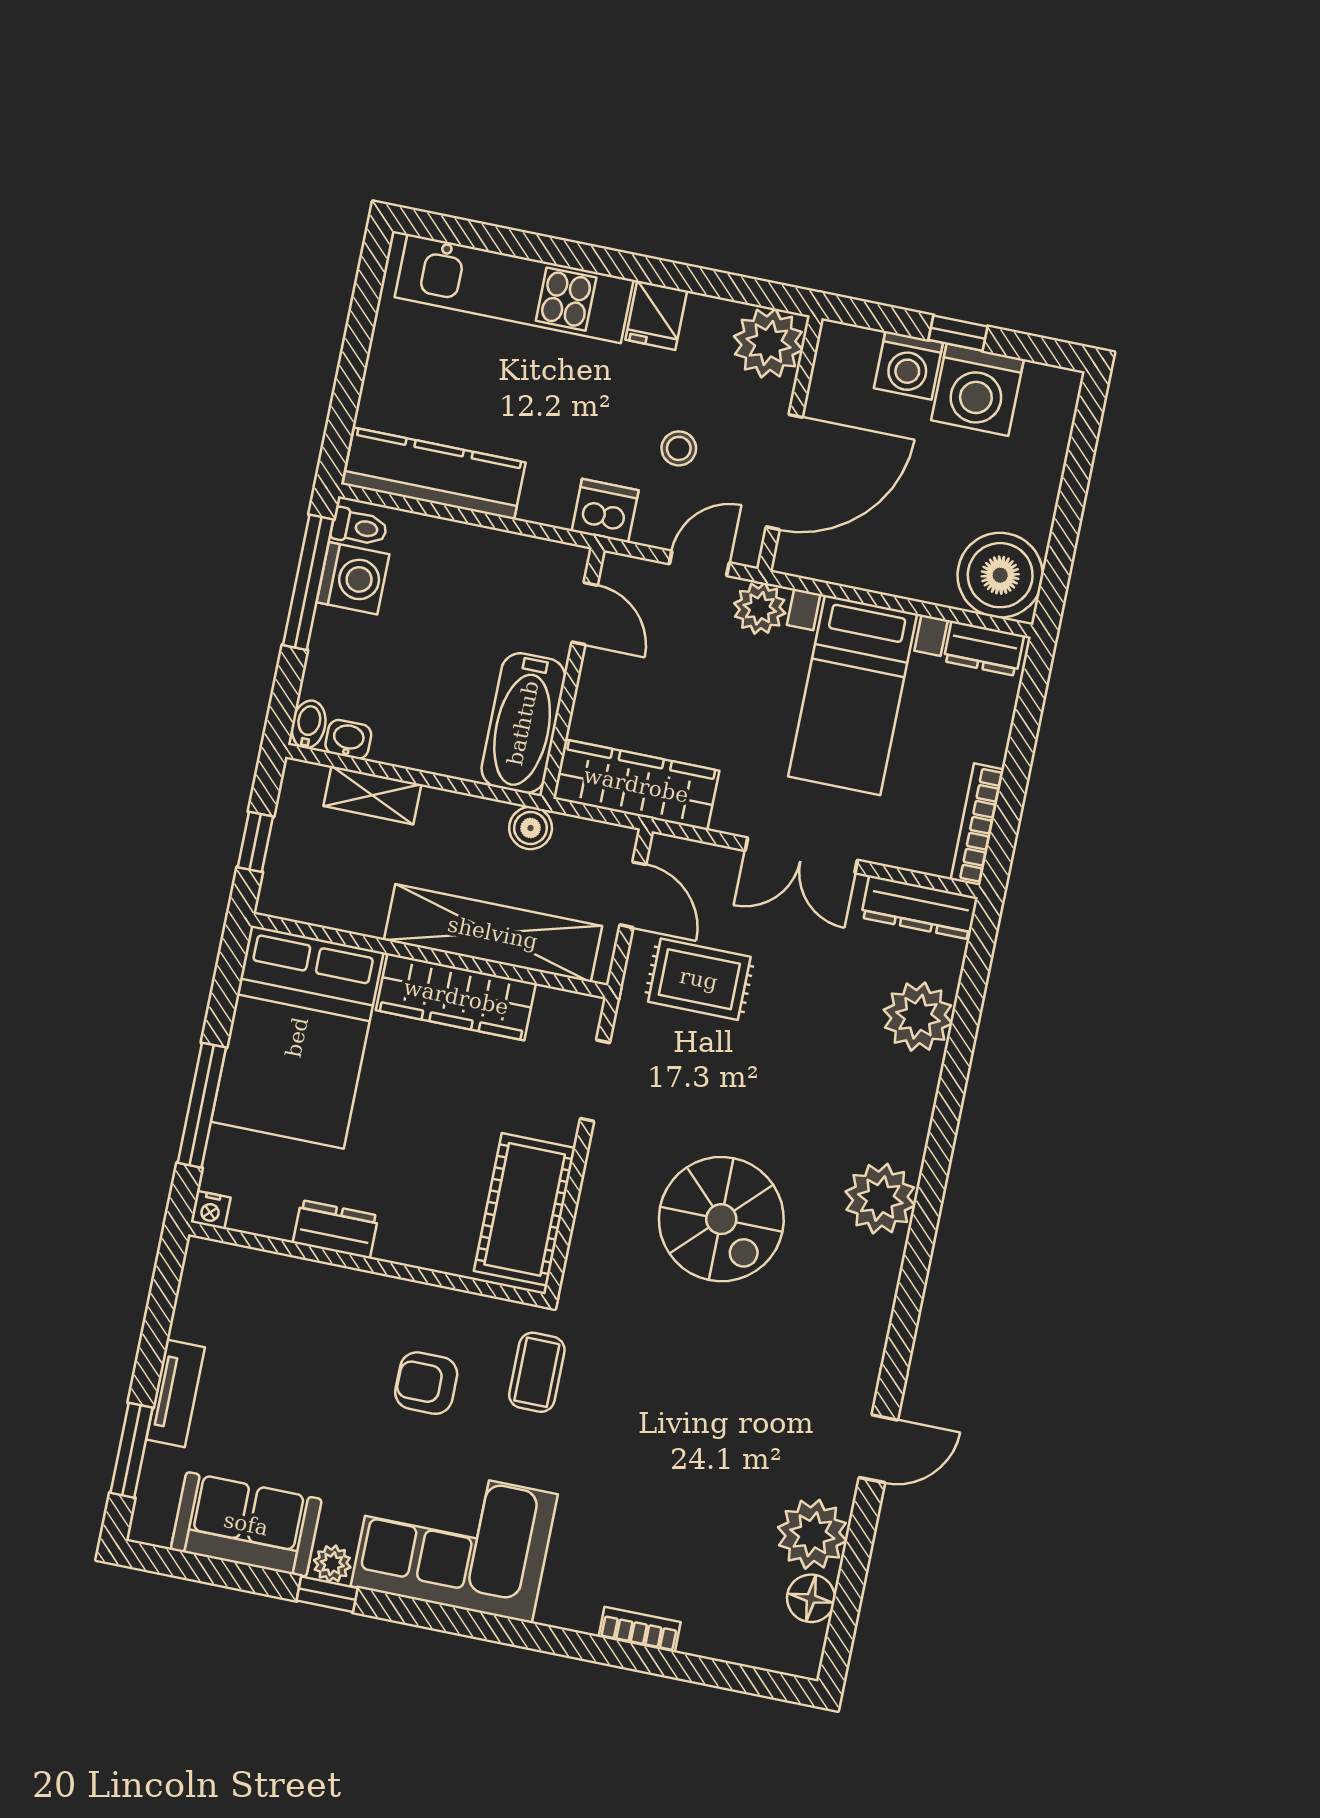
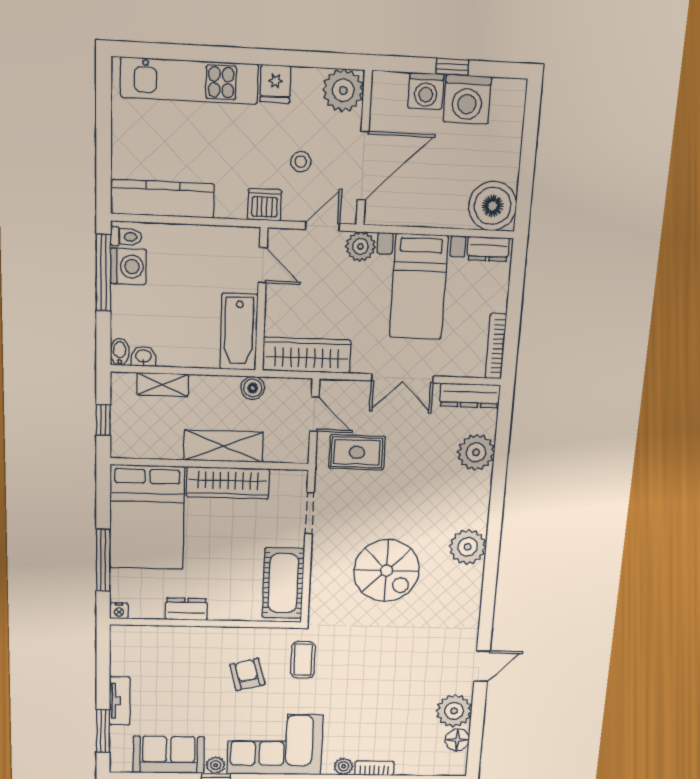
shelving: (493, 933) -> (224, 446), width x0.68
armchair: (426, 1383) -> (247, 674), turned 75
plant: (580, 1614) -> (344, 766), added

